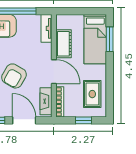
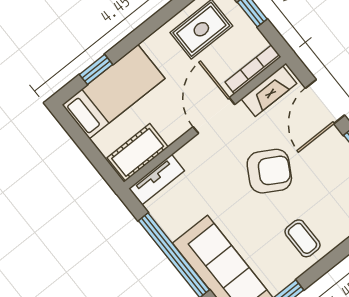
window: (110, 39) -> (96, 69), width x0.67
cot: (63, 44) -> (138, 152), moved

